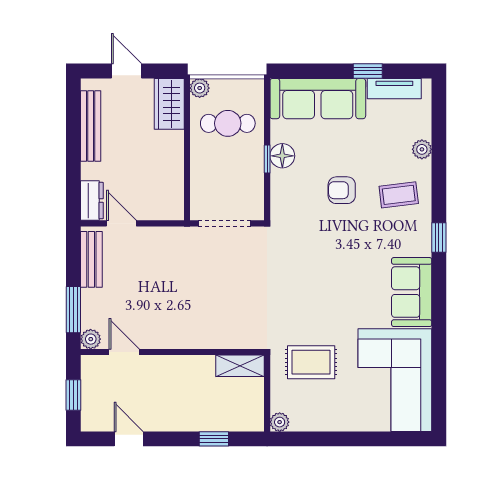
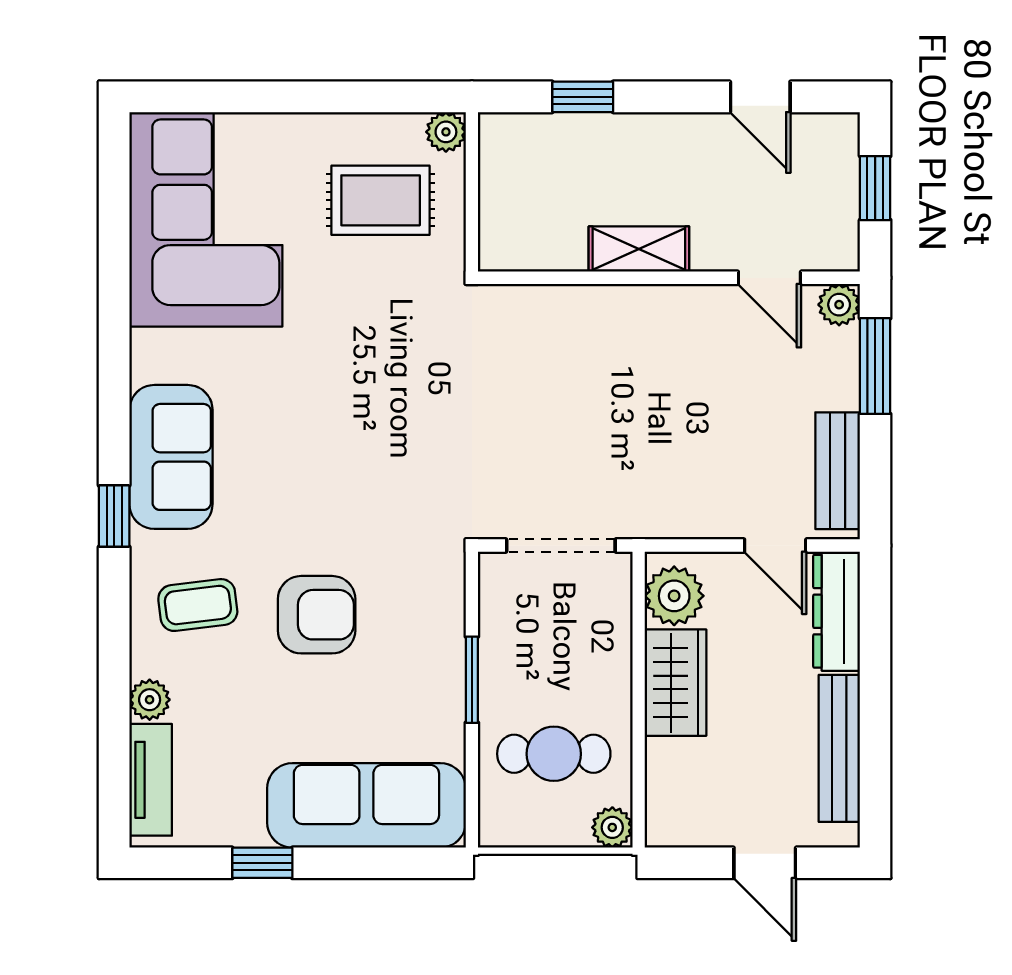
tv unit: (394, 89) -> (151, 780), moved, turned 90
wardrobe: (169, 104) -> (676, 683), moved
floor lamp: (282, 156) -> (440, 686), removed
window: (267, 159) -> (472, 680), width x1.50
armchair: (342, 190) -> (317, 615), width x1.38, depth x1.38
plant: (170, 199) -> (674, 596), added
dresser: (92, 201) -> (837, 611), width x1.44
sofa: (412, 292) -> (171, 457), moved
rug: (311, 362) -> (381, 200), moved
shelving: (240, 366) -> (639, 249), moved

